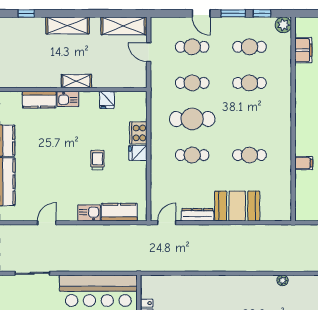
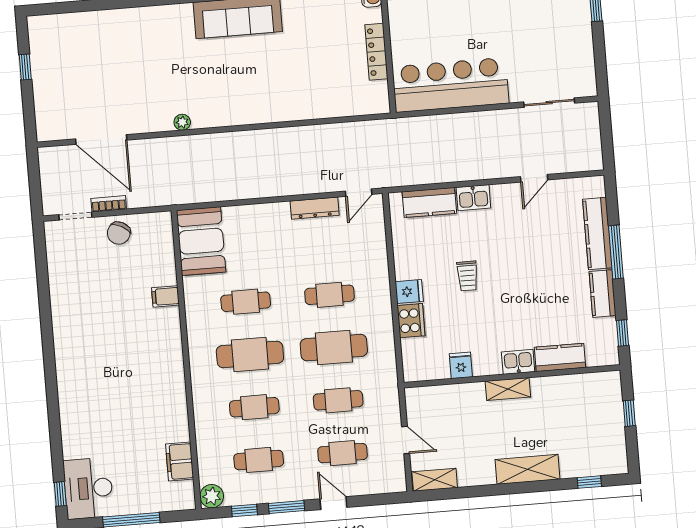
shelving: (124, 26) -> (435, 480), width x0.67, depth x0.75
cafe table: (250, 119) -> (250, 354), added
booth: (237, 206) -> (201, 241), moved, turned 90

